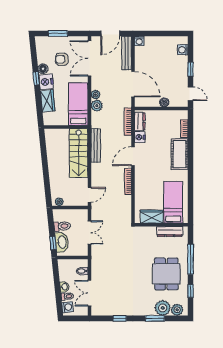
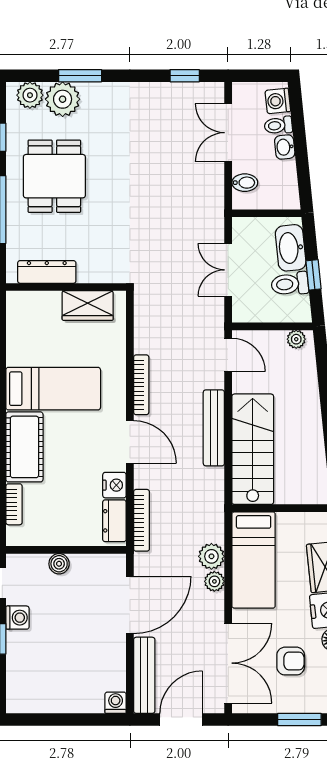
washing machine: (183, 50) -> (17, 618), moved
door: (133, 84) -> (130, 605), swing flipped
bench: (96, 146) -> (214, 428), moved
door: (133, 156) -> (130, 442), hinge flipped
door: (89, 195) -> (228, 355), swing flipped
bed: (173, 202) -> (53, 389), moved, turned -90
window: (53, 243) -> (313, 275), moved
double door: (89, 293) -> (228, 133), swing flipped
window: (120, 318) -> (185, 76), moved

